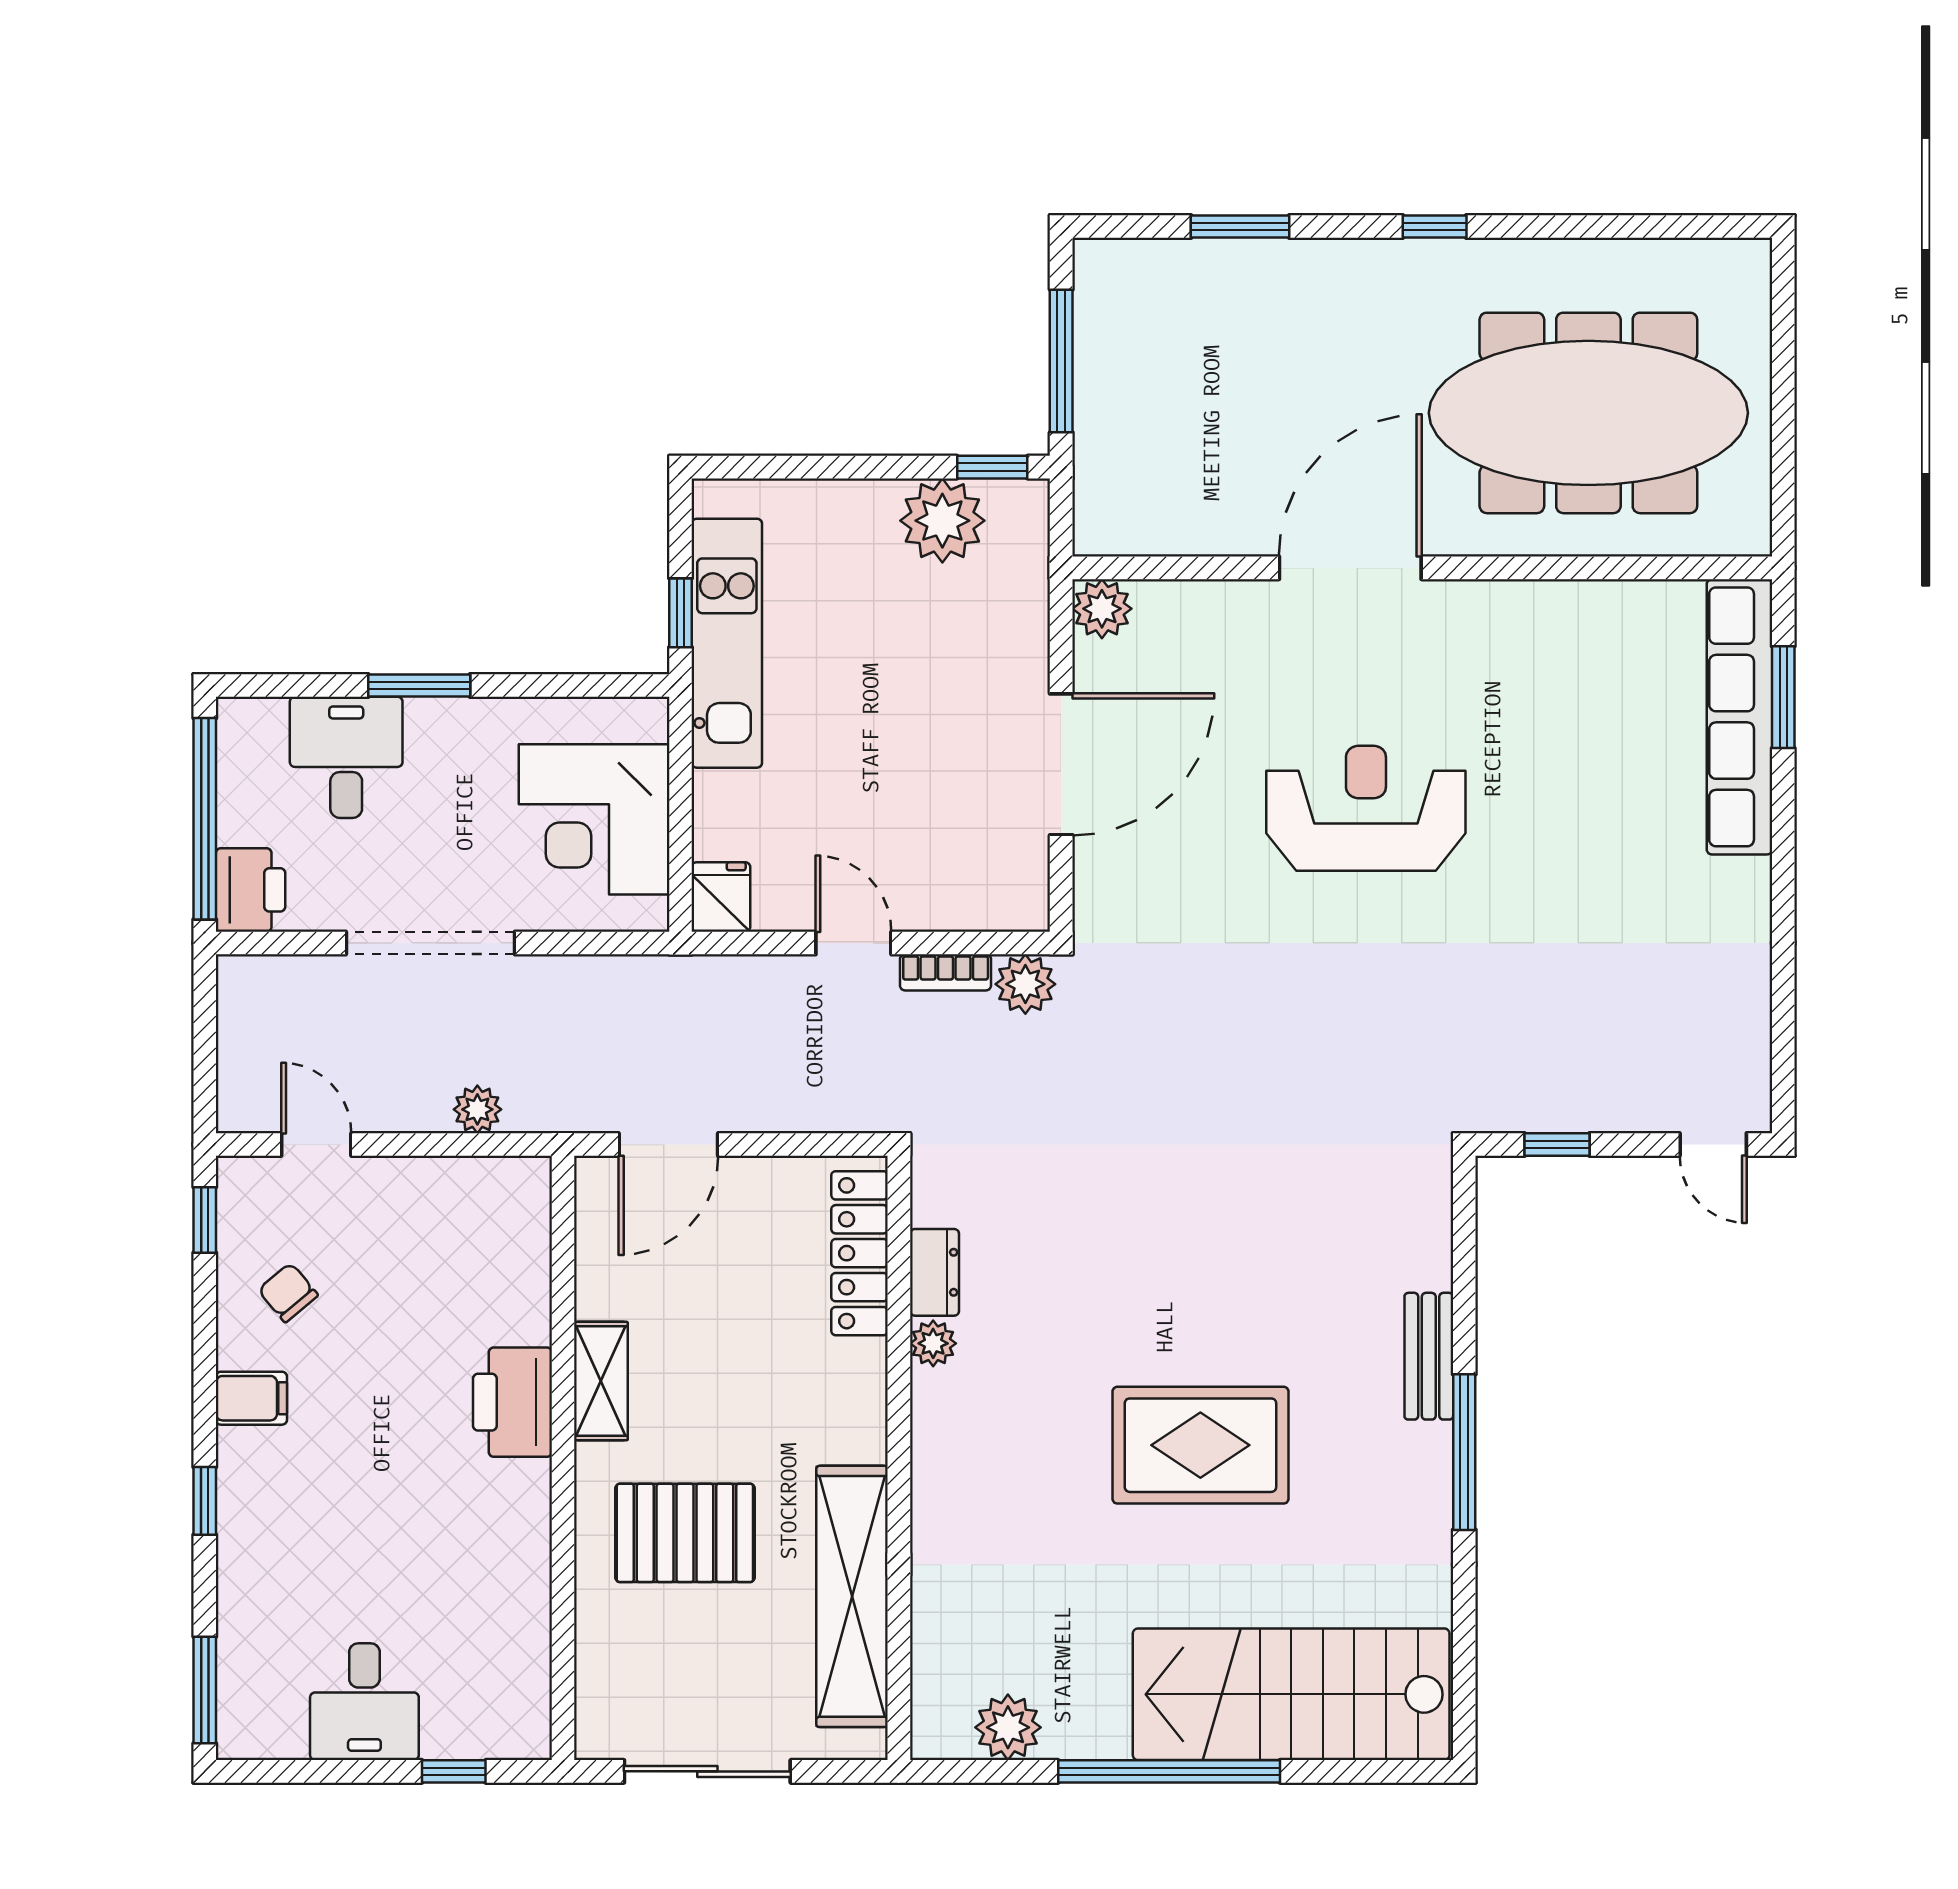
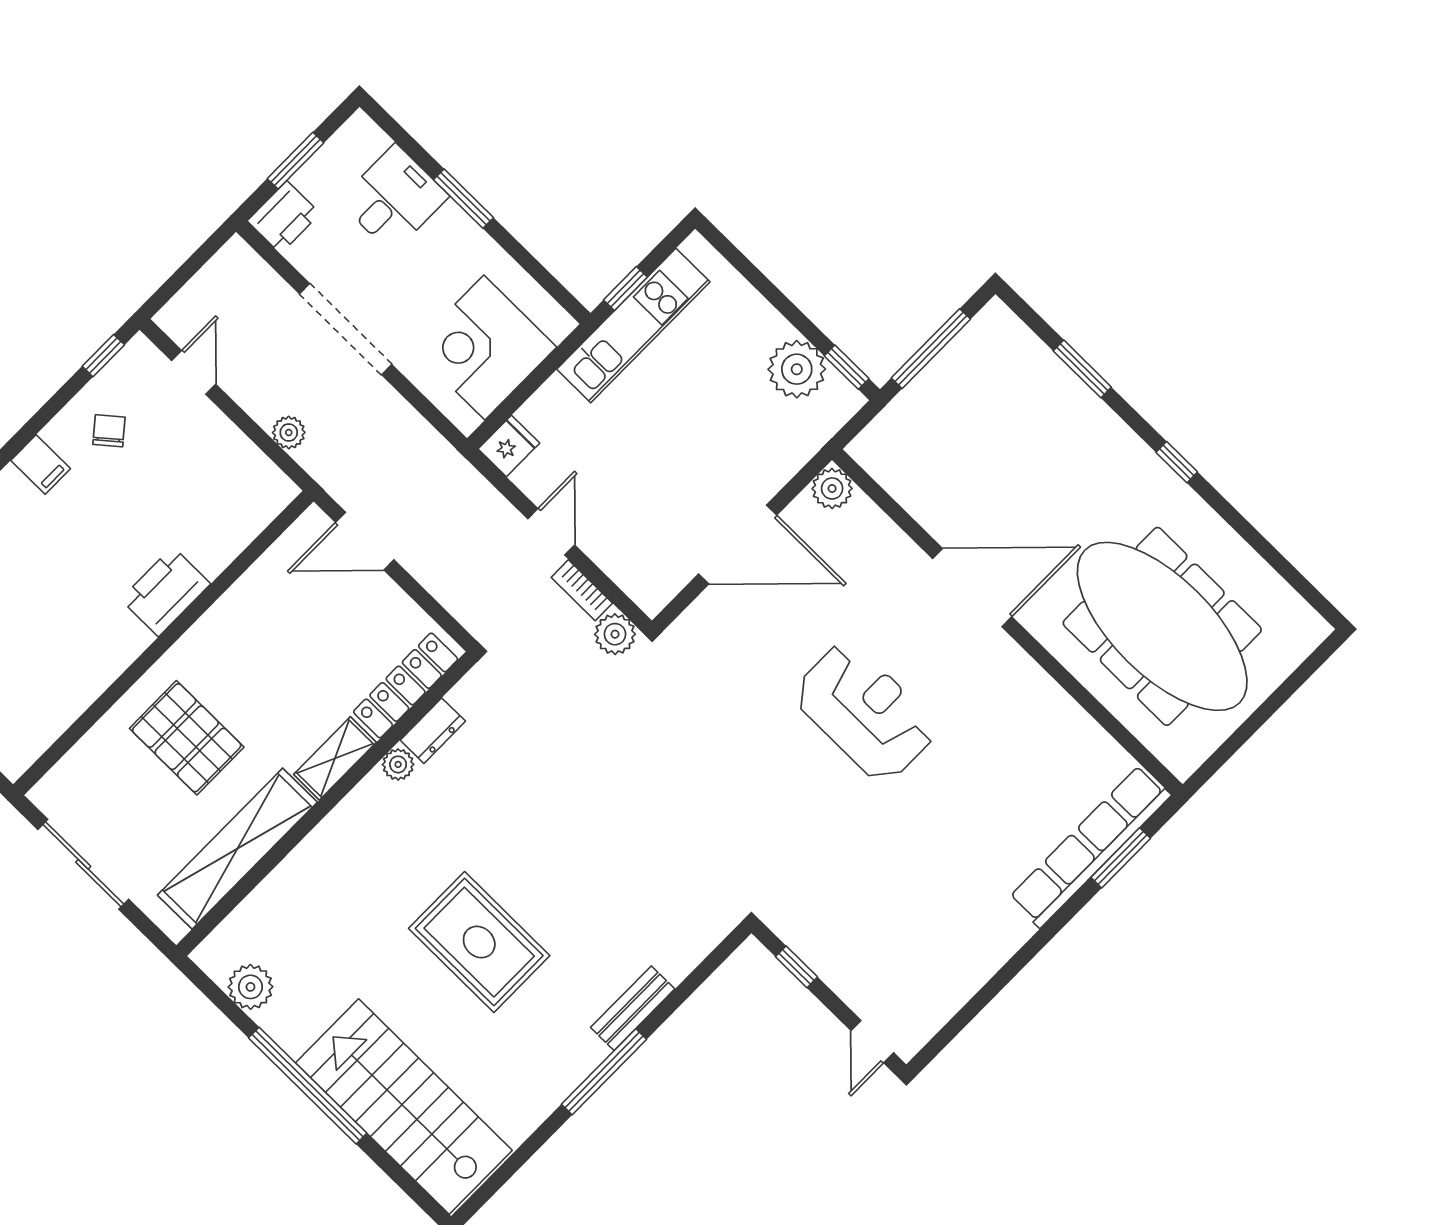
window: (205, 819) -> (296, 161), width x0.47
shelving: (601, 1381) -> (335, 758), moved

